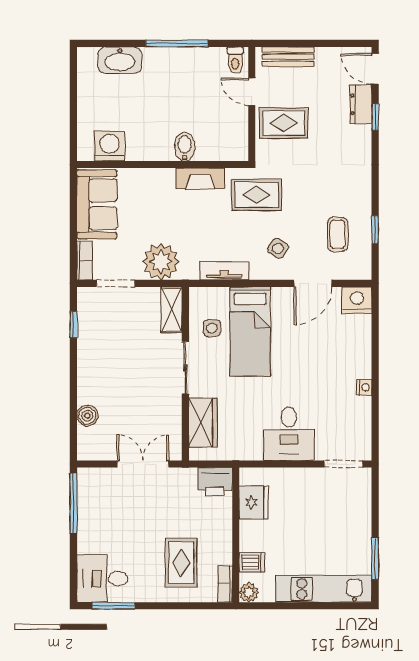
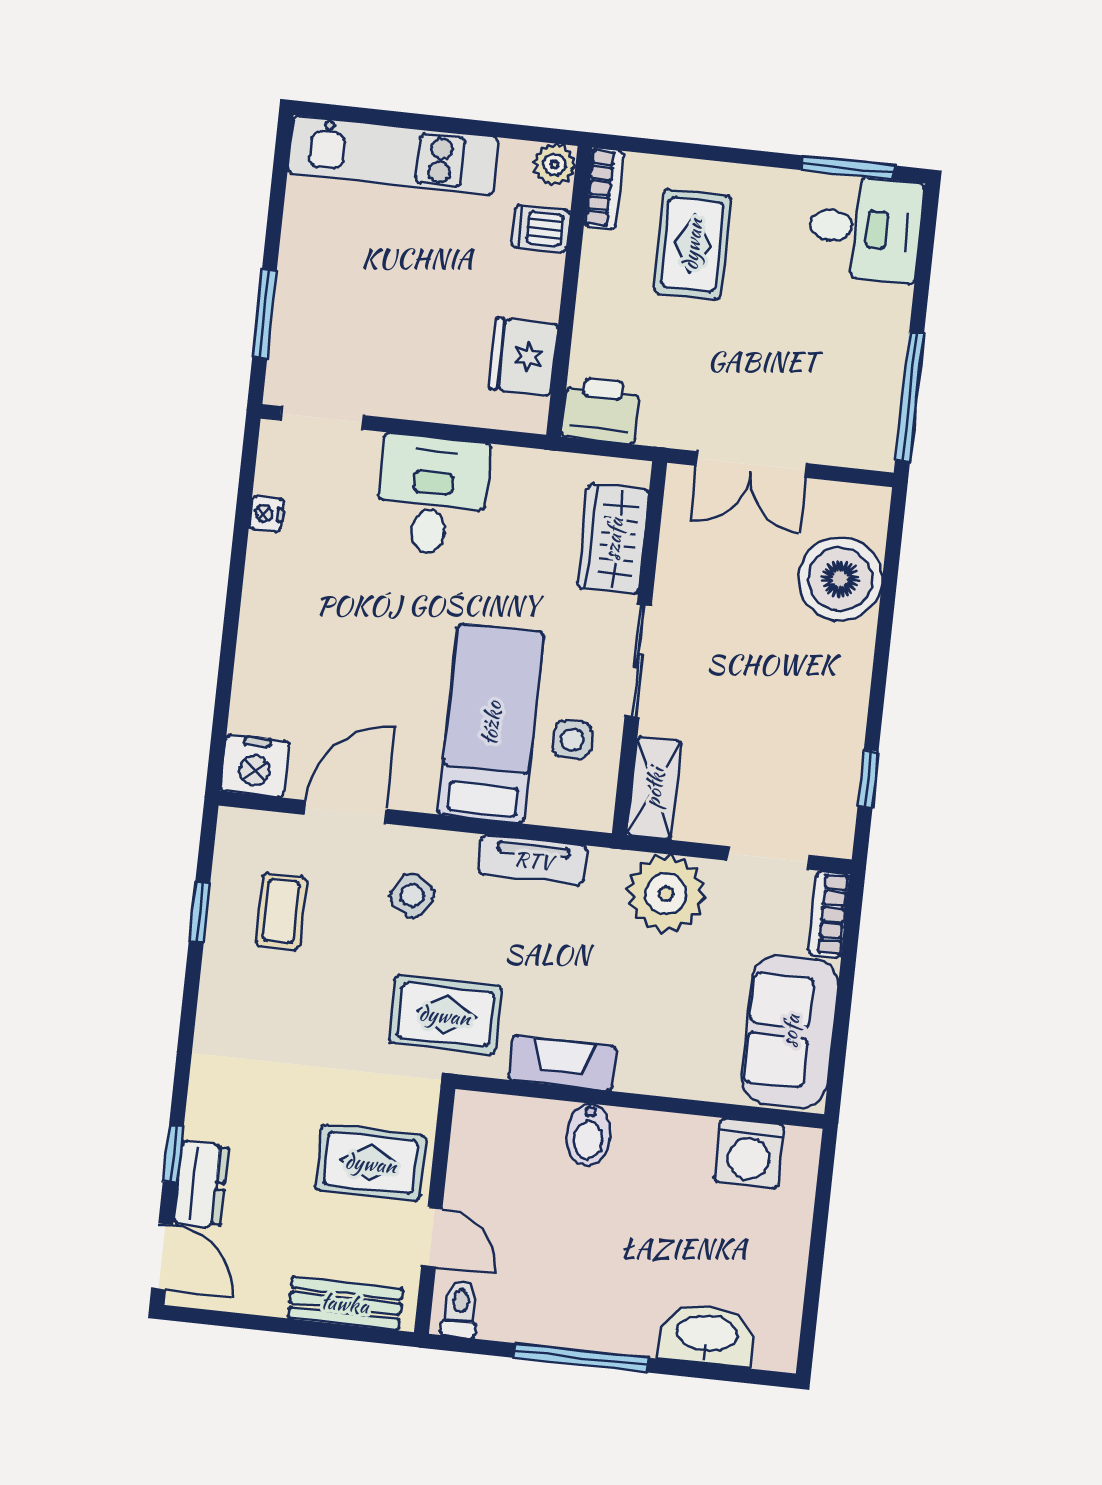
nightstand: (364, 387) -> (266, 514), moved
boiler: (87, 416) -> (840, 579), width x1.86, depth x1.86
window: (375, 559) -> (265, 313), moved

